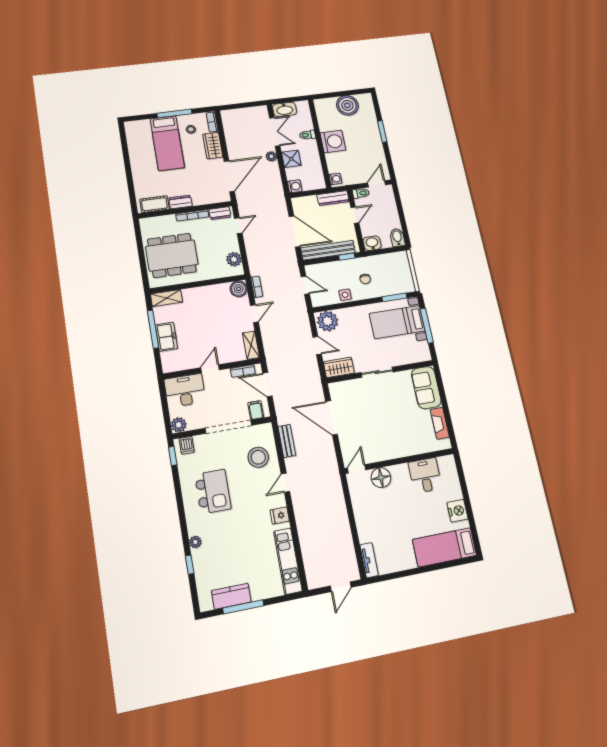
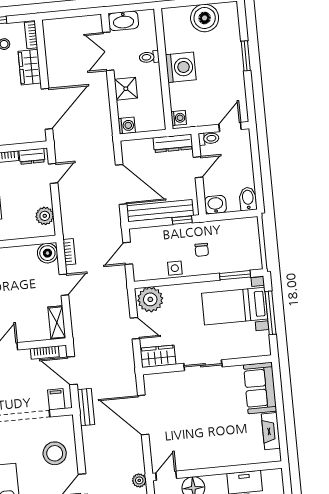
double door: (275, 132) -> (108, 51), swing flipped
plant: (271, 156) -> (139, 480), moved
door: (305, 285) -> (128, 253), swing flipped
bench: (287, 441) -> (86, 407), moved

